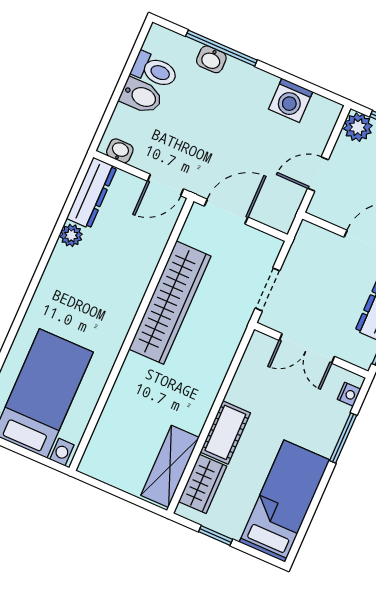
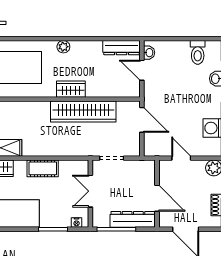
bidet: (141, 96) -> (182, 51), removed
door: (166, 185) -> (142, 70), moved
plant: (71, 235) -> (63, 47), moved
wardrobe: (124, 307) -> (71, 89), added
cot: (225, 432) -> (43, 168), moved

